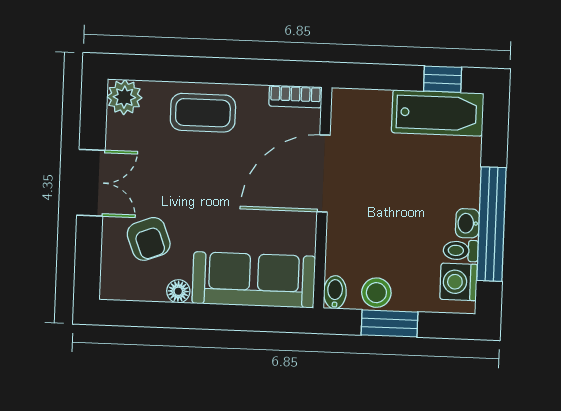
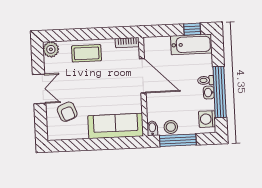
door: (324, 173) -> (143, 76), swing flipped
toilet: (461, 251) -> (206, 80), moved
floor lamp: (178, 291) -> (82, 134), removed
window: (390, 323) -> (178, 140), width x1.44

